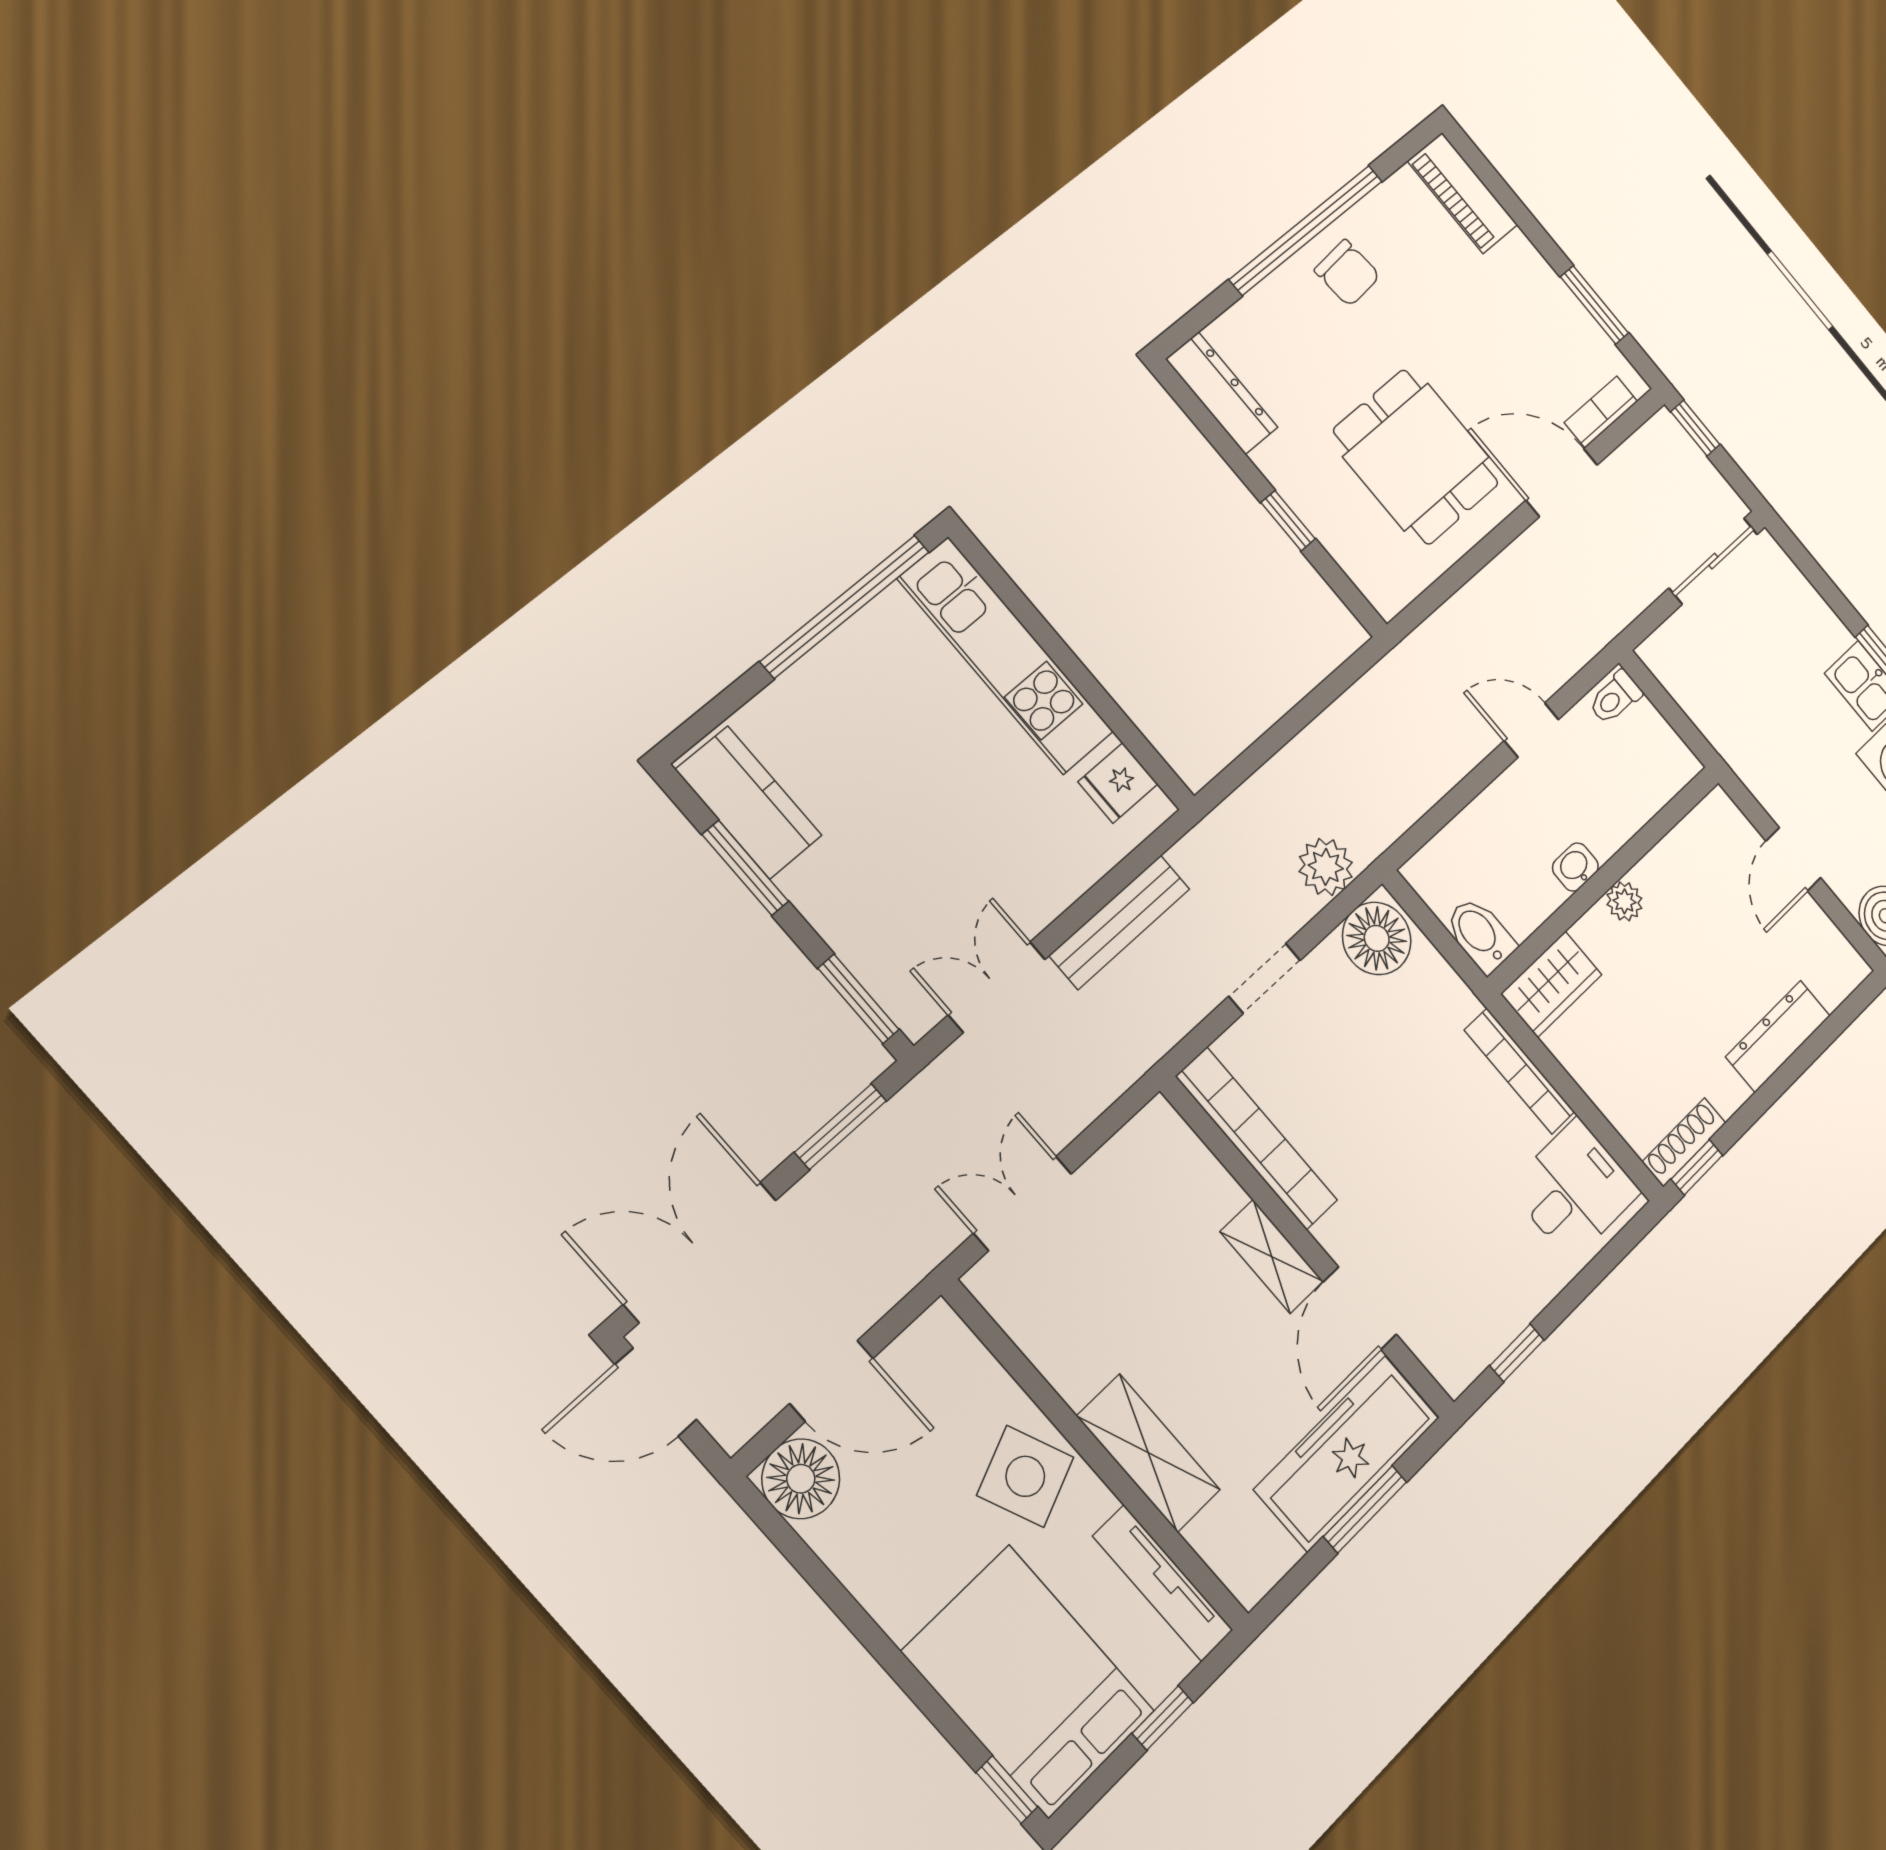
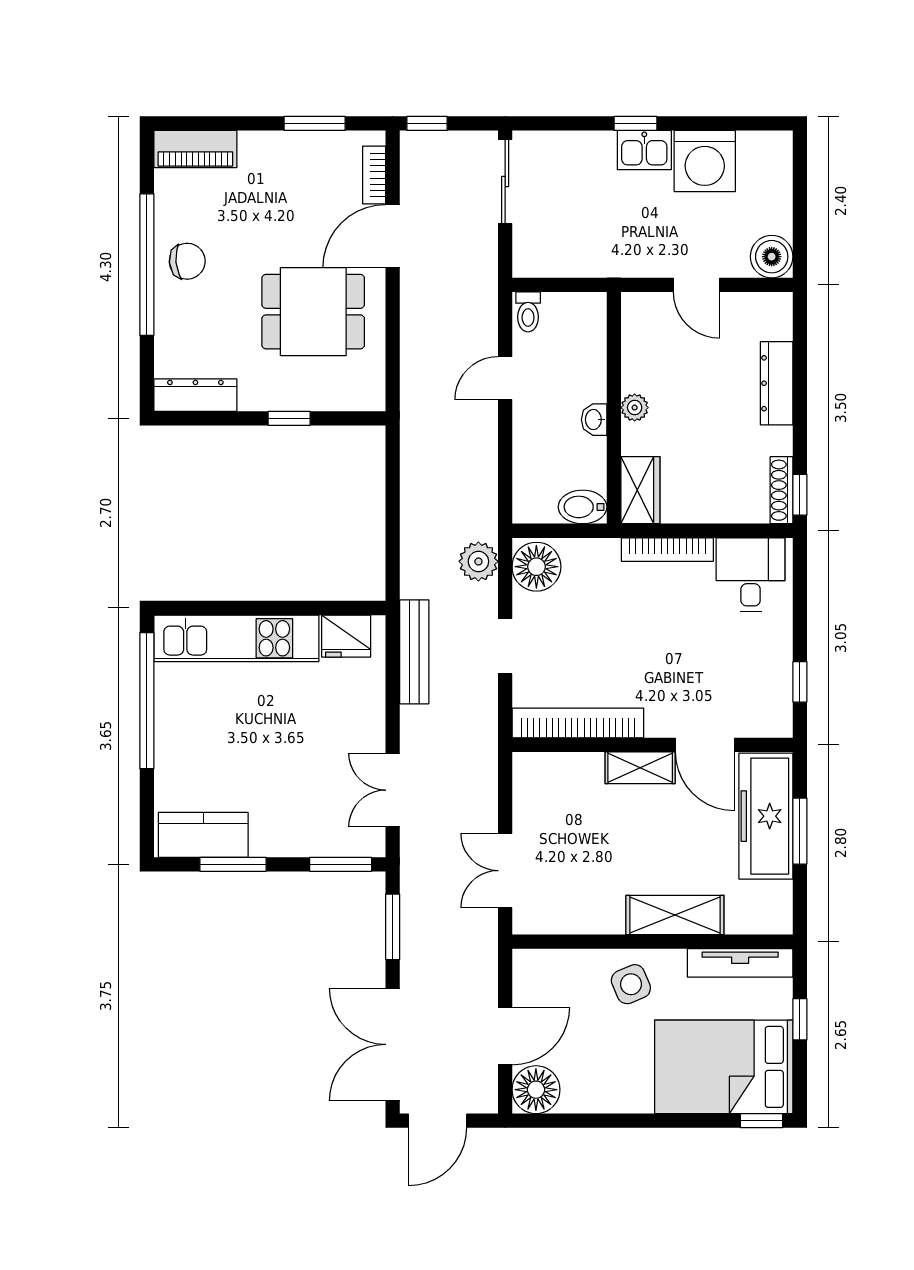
fridge: (1118, 783) -> (346, 636), width x1.38
bench: (1120, 922) -> (414, 652), moved
side table: (1025, 1476) -> (631, 984), width x0.73, depth x0.73

